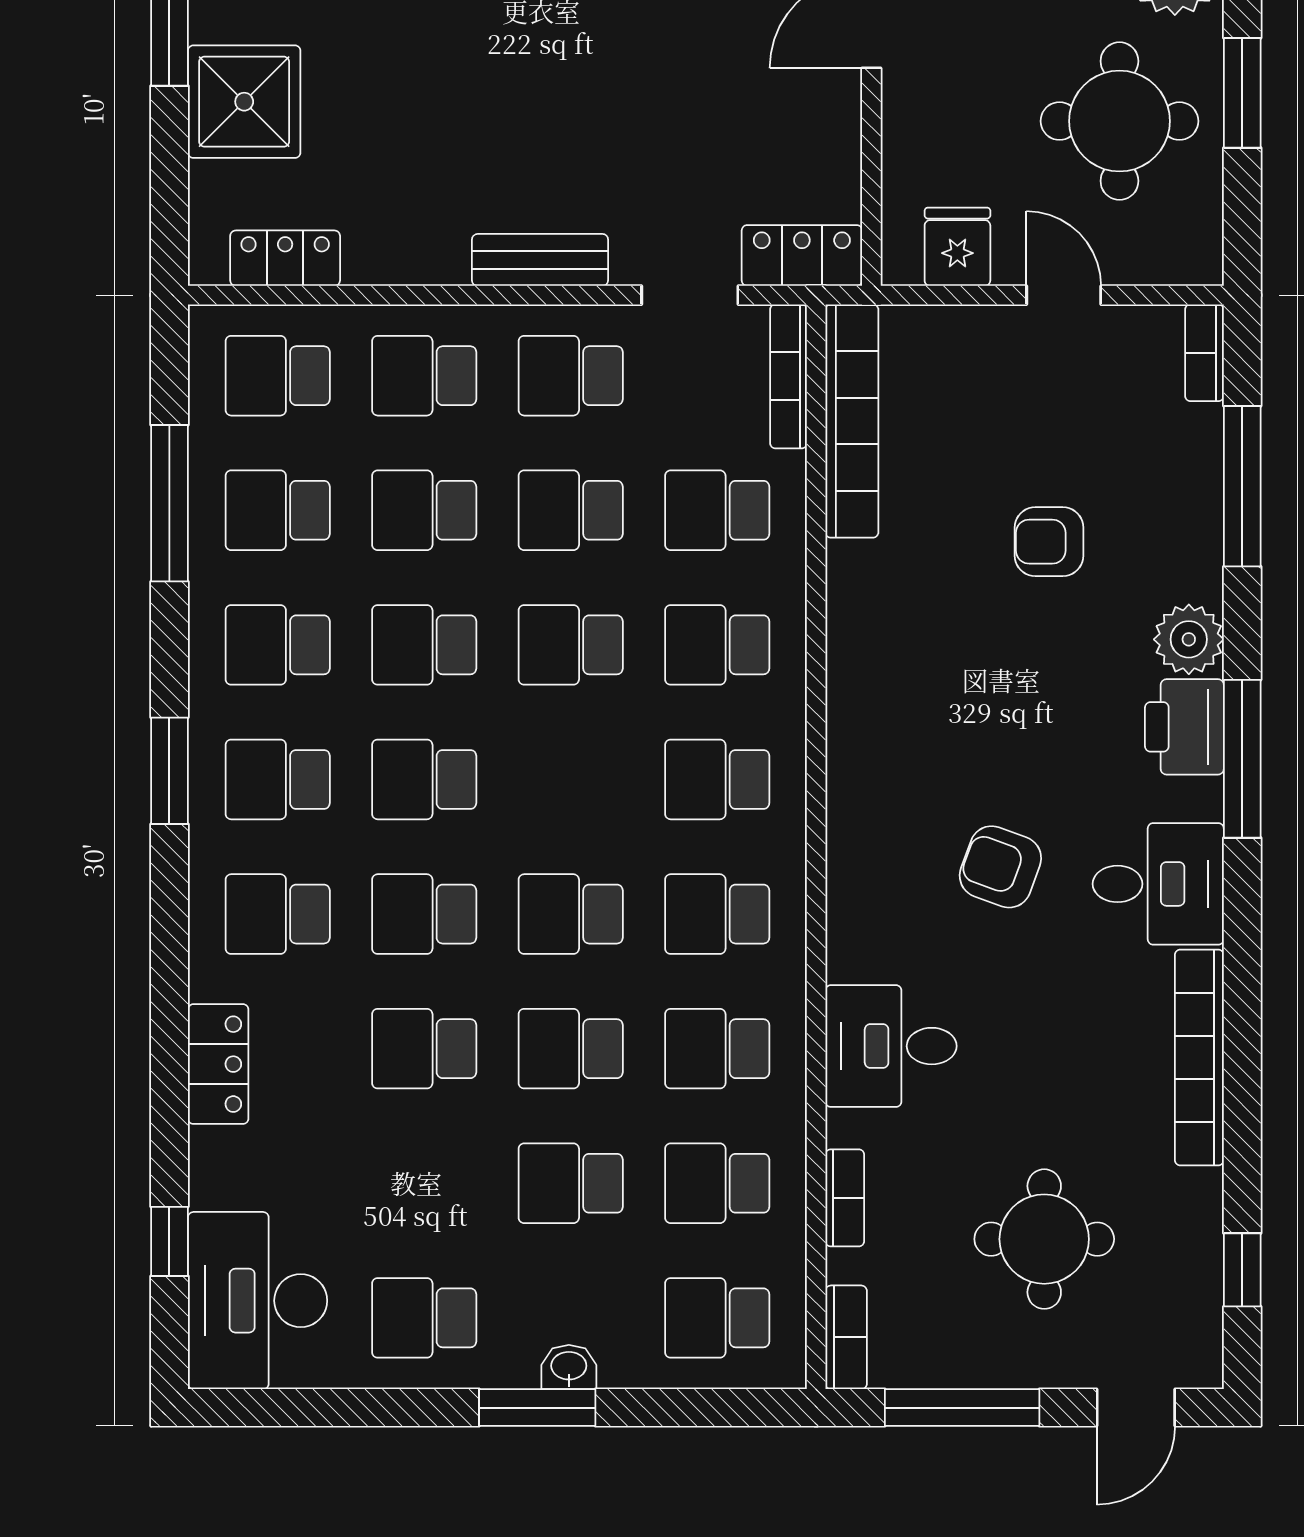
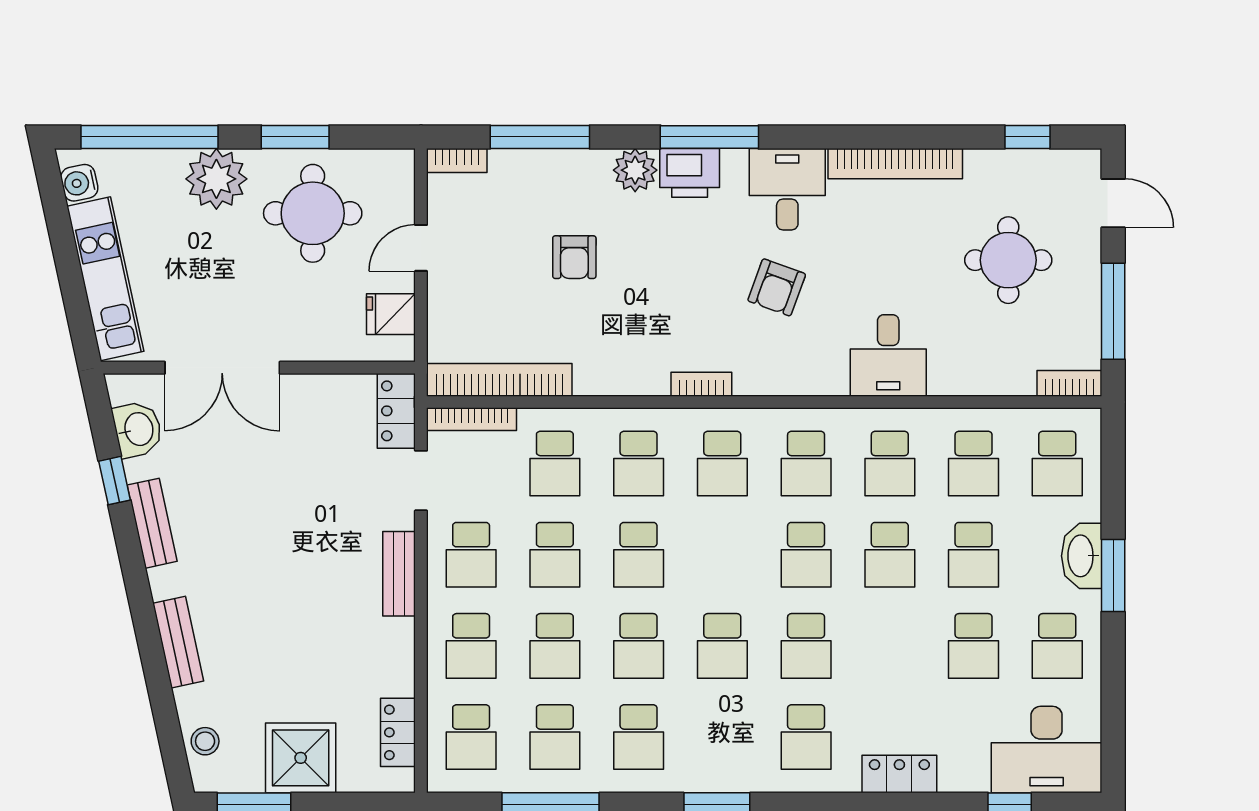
school desk: (278, 779) -> (722, 737), removed
school desk: (424, 1049) -> (974, 646), moved
bookcase: (845, 1198) -> (701, 384), moved
washbasin: (569, 1367) -> (1082, 556), width x1.91, depth x1.45

